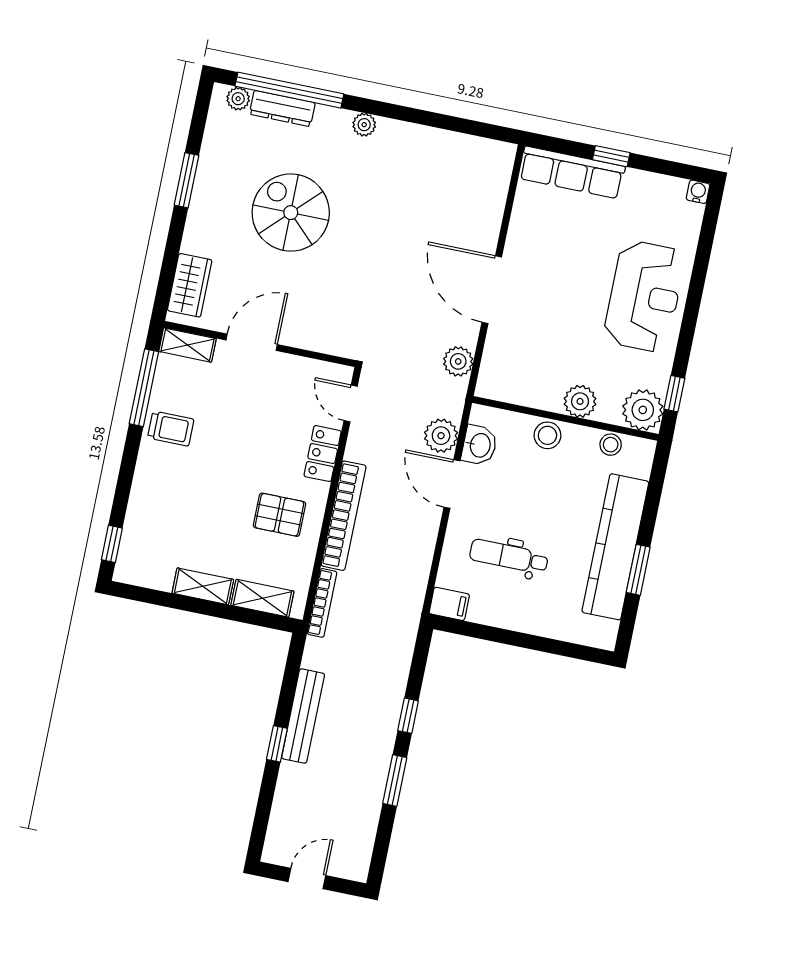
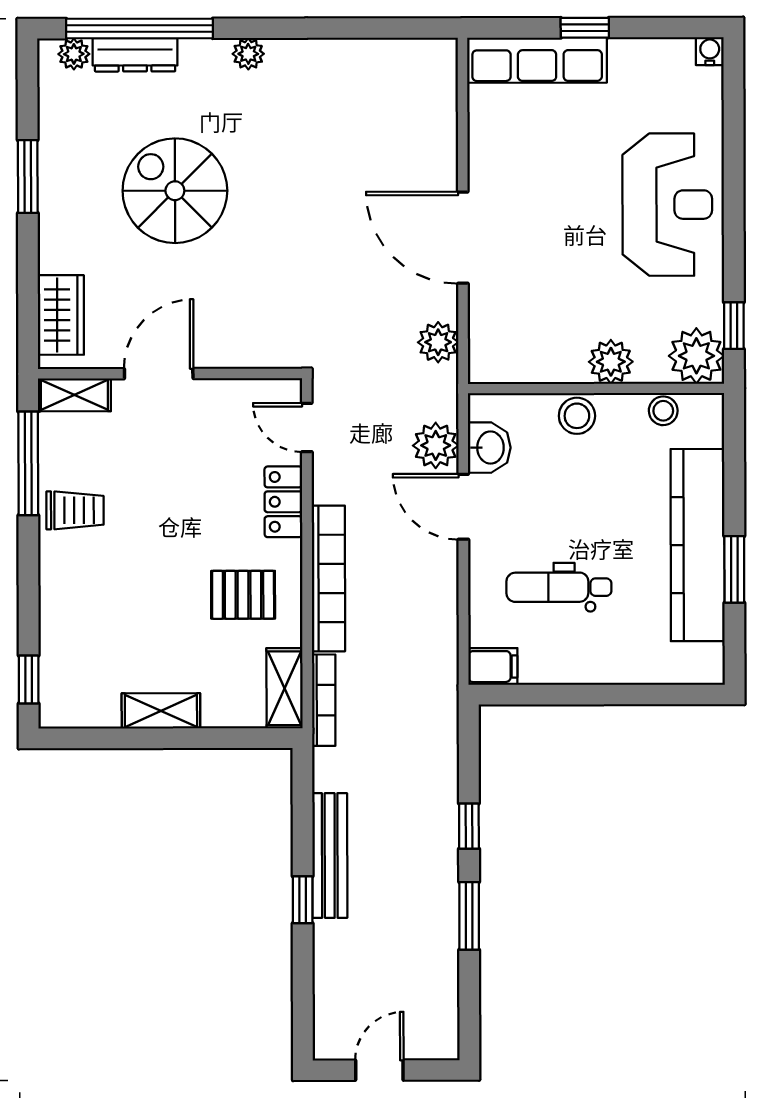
shelving: (262, 598) -> (285, 688), moved, turned 90

